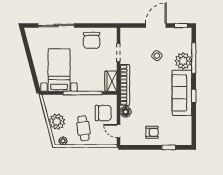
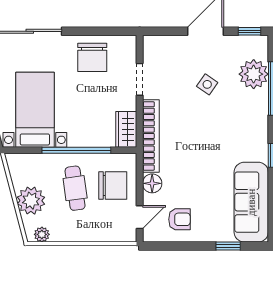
plant: (183, 61) -> (254, 74), moved
sofa: (182, 93) -> (251, 202), moved
cafe table: (83, 128) -> (75, 188), moved
door: (118, 131) -> (140, 217), swing flipped
armchair: (152, 132) -> (179, 219), moved

